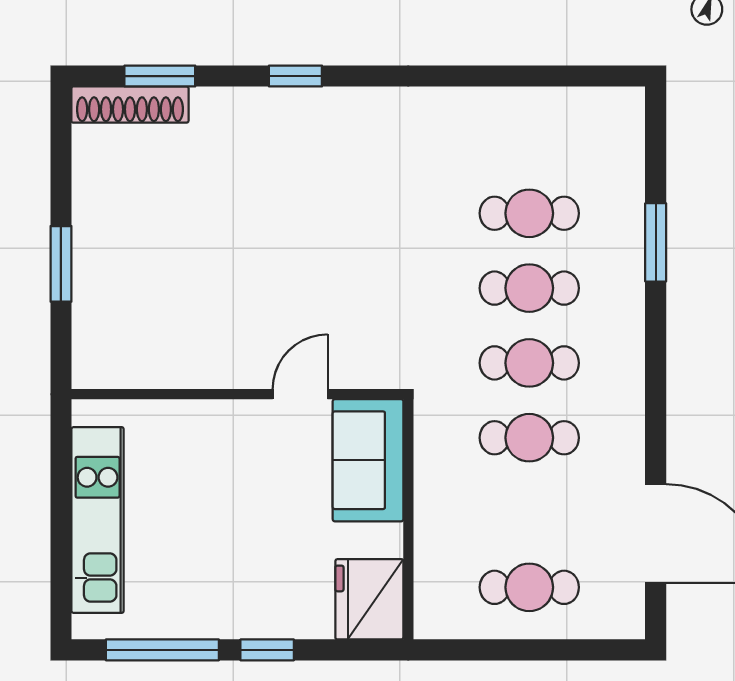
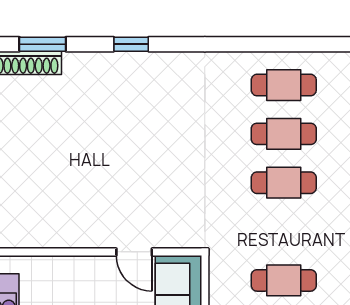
cafe table: (529, 363) -> (284, 85), moved
door: (300, 394) -> (134, 252), swing flipped

